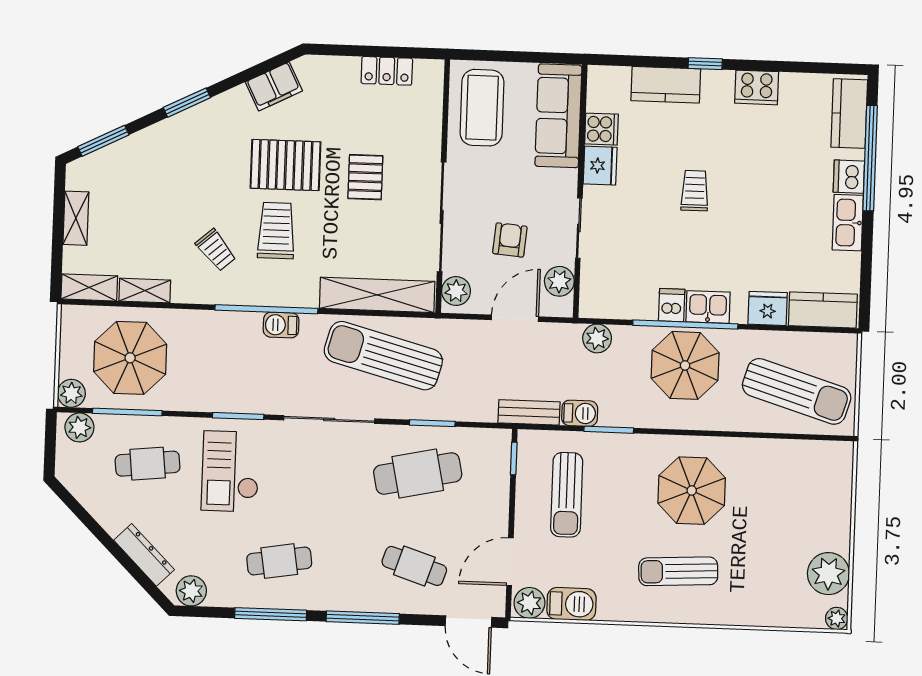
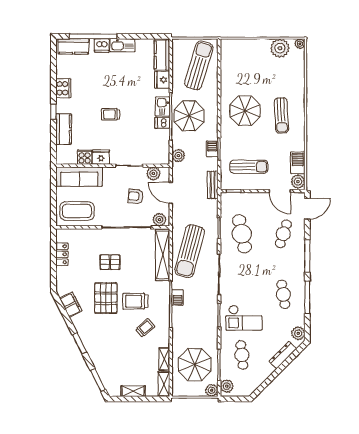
barbecue: (580, 413) -> (212, 149), moved

